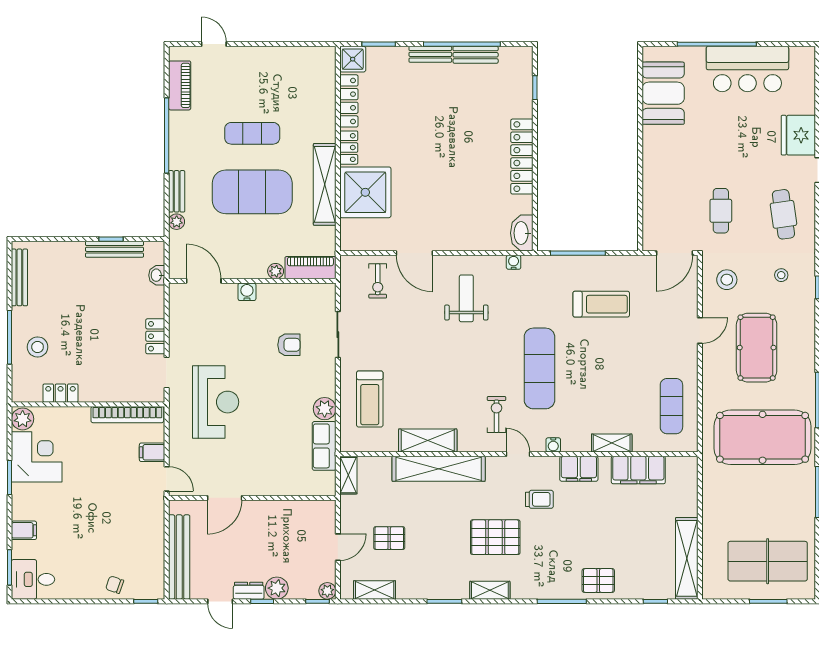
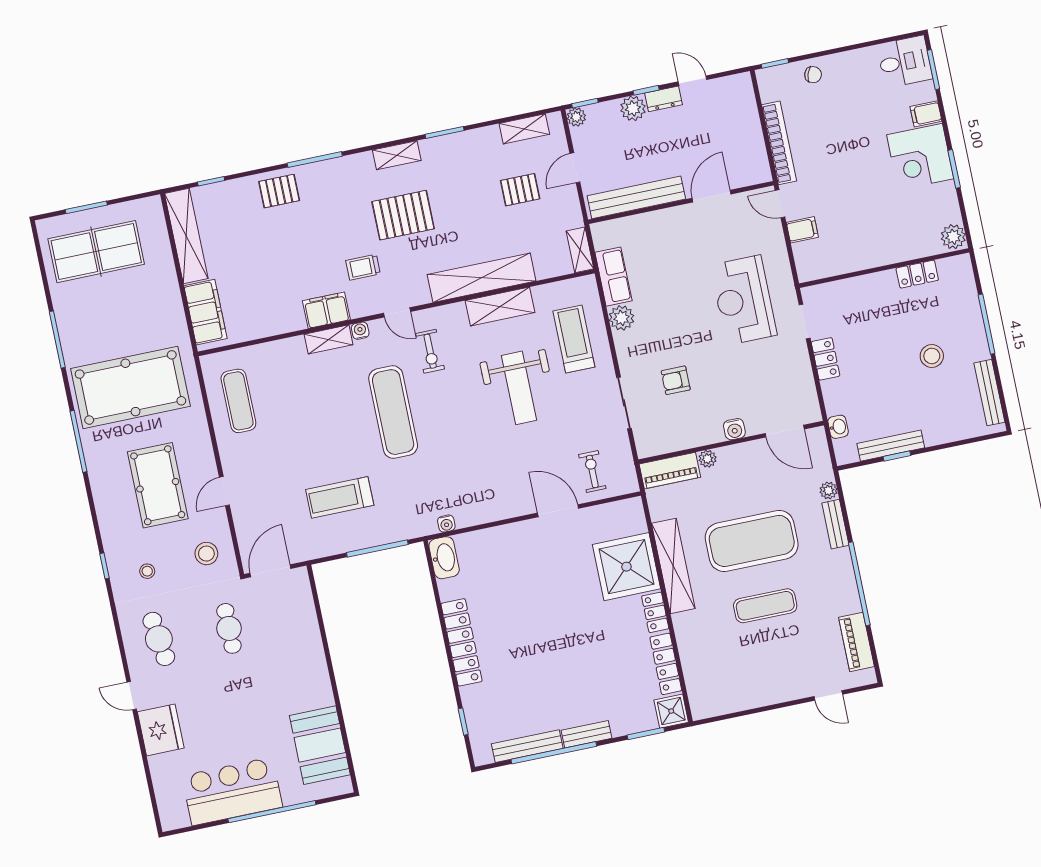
bench: (476, 55) -> (527, 746), width x1.36
weight bench: (466, 298) -> (519, 388), moved, width x1.36, depth x1.33
stool: (38, 347) -> (932, 356), moved
bookcase: (127, 415) -> (779, 143), moved, turned 90
shelving: (612, 443) -> (329, 339), moved
corner desk: (37, 457) -> (920, 157), moved
filing cabinet: (638, 470) -> (205, 312), moved, turned 90
bench: (179, 557) -> (636, 197), moved, turned 90

